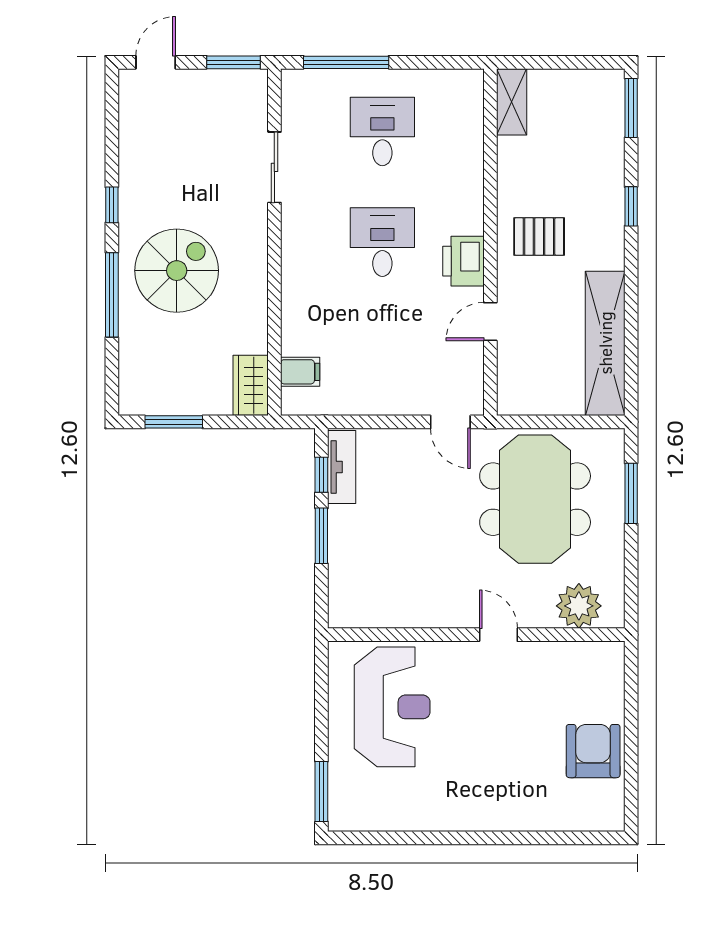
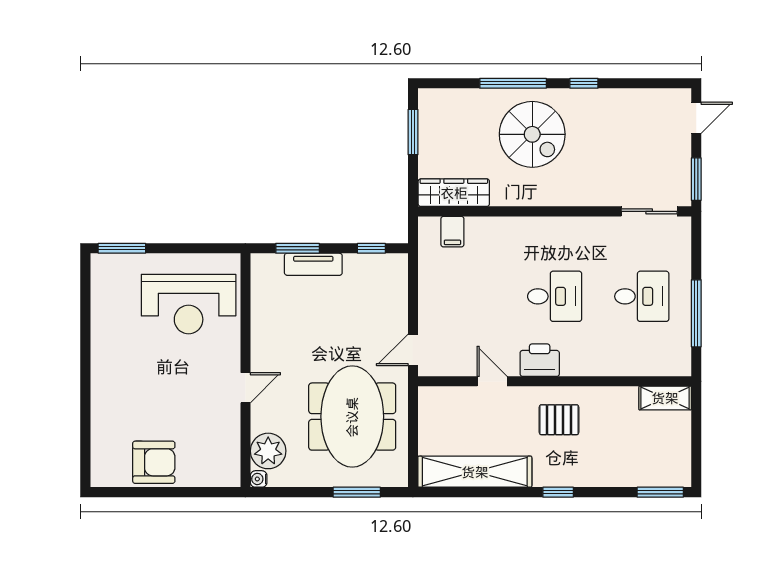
door: (156, 62) -> (696, 118), hinge flipped
window: (346, 62) -> (696, 313), moved
sliding door: (274, 167) -> (649, 211), moved
window: (631, 206) -> (558, 492), moved
pallet: (539, 237) -> (559, 420), turned 90
wardrobe: (251, 385) -> (454, 193), width x1.50
tv unit: (342, 467) -> (313, 264), moved
meeting table: (535, 499) -> (352, 417), turned 90
window: (321, 536) -> (298, 248), moved
water cooler: (614, 618) -> (259, 479), added

